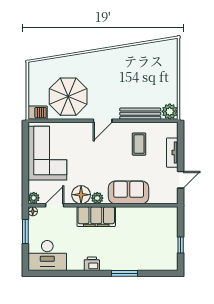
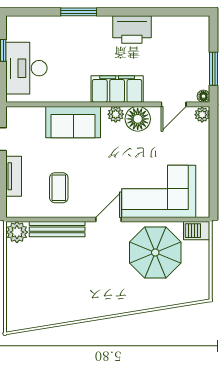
corner sofa: (47, 153) -> (159, 191), moved, turned 90
desk: (47, 255) -> (26, 68), moved, turned -90
printer: (92, 264) -> (132, 29), width x1.87, depth x1.48

